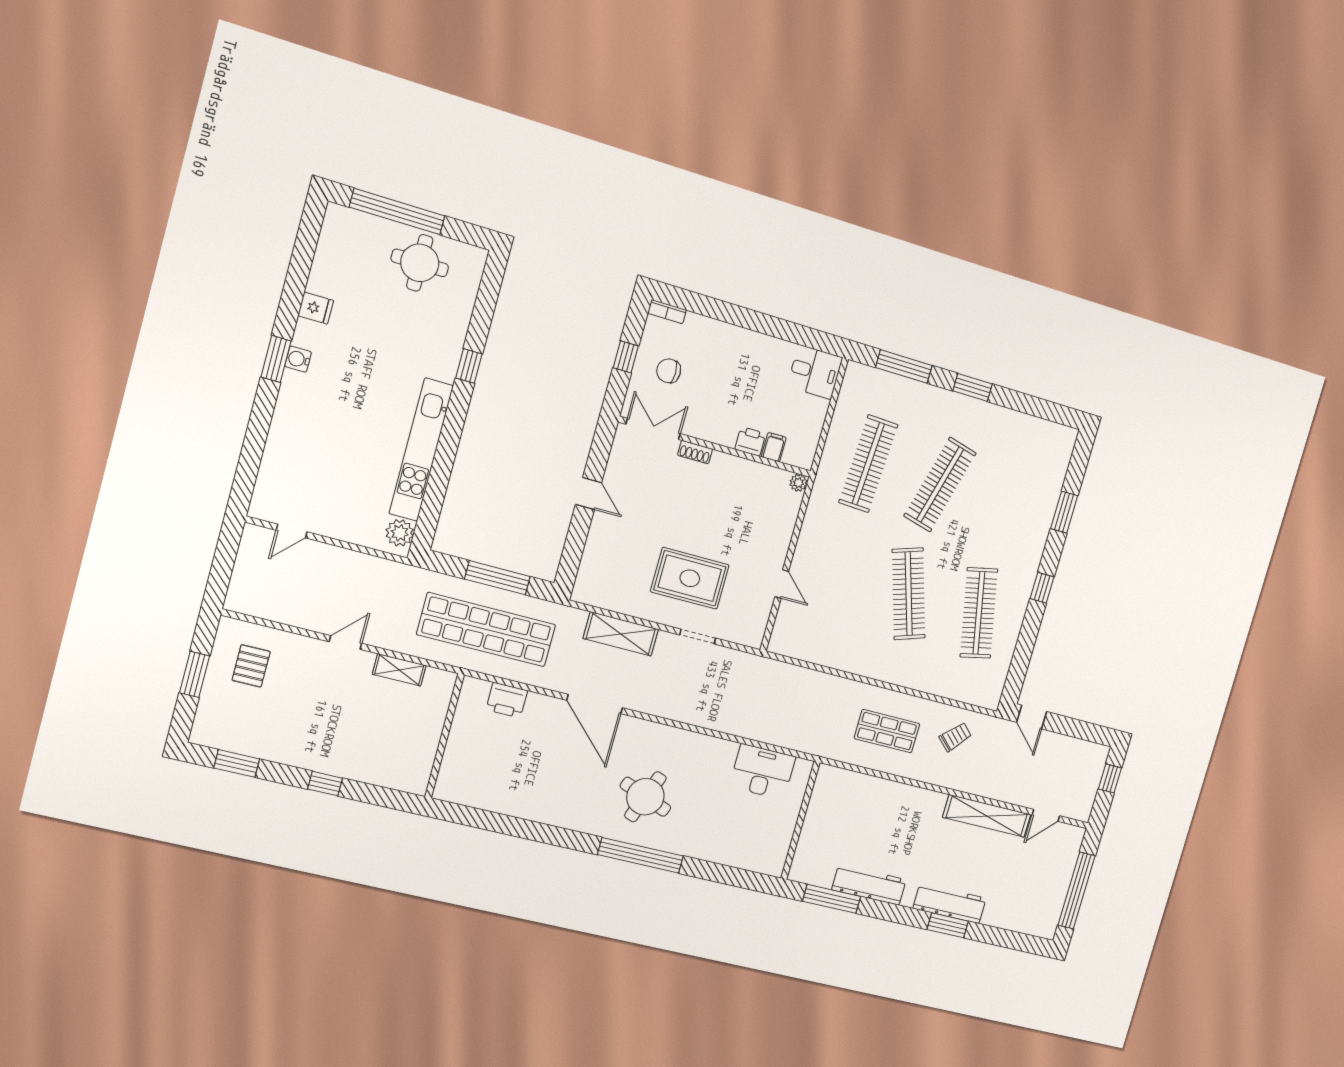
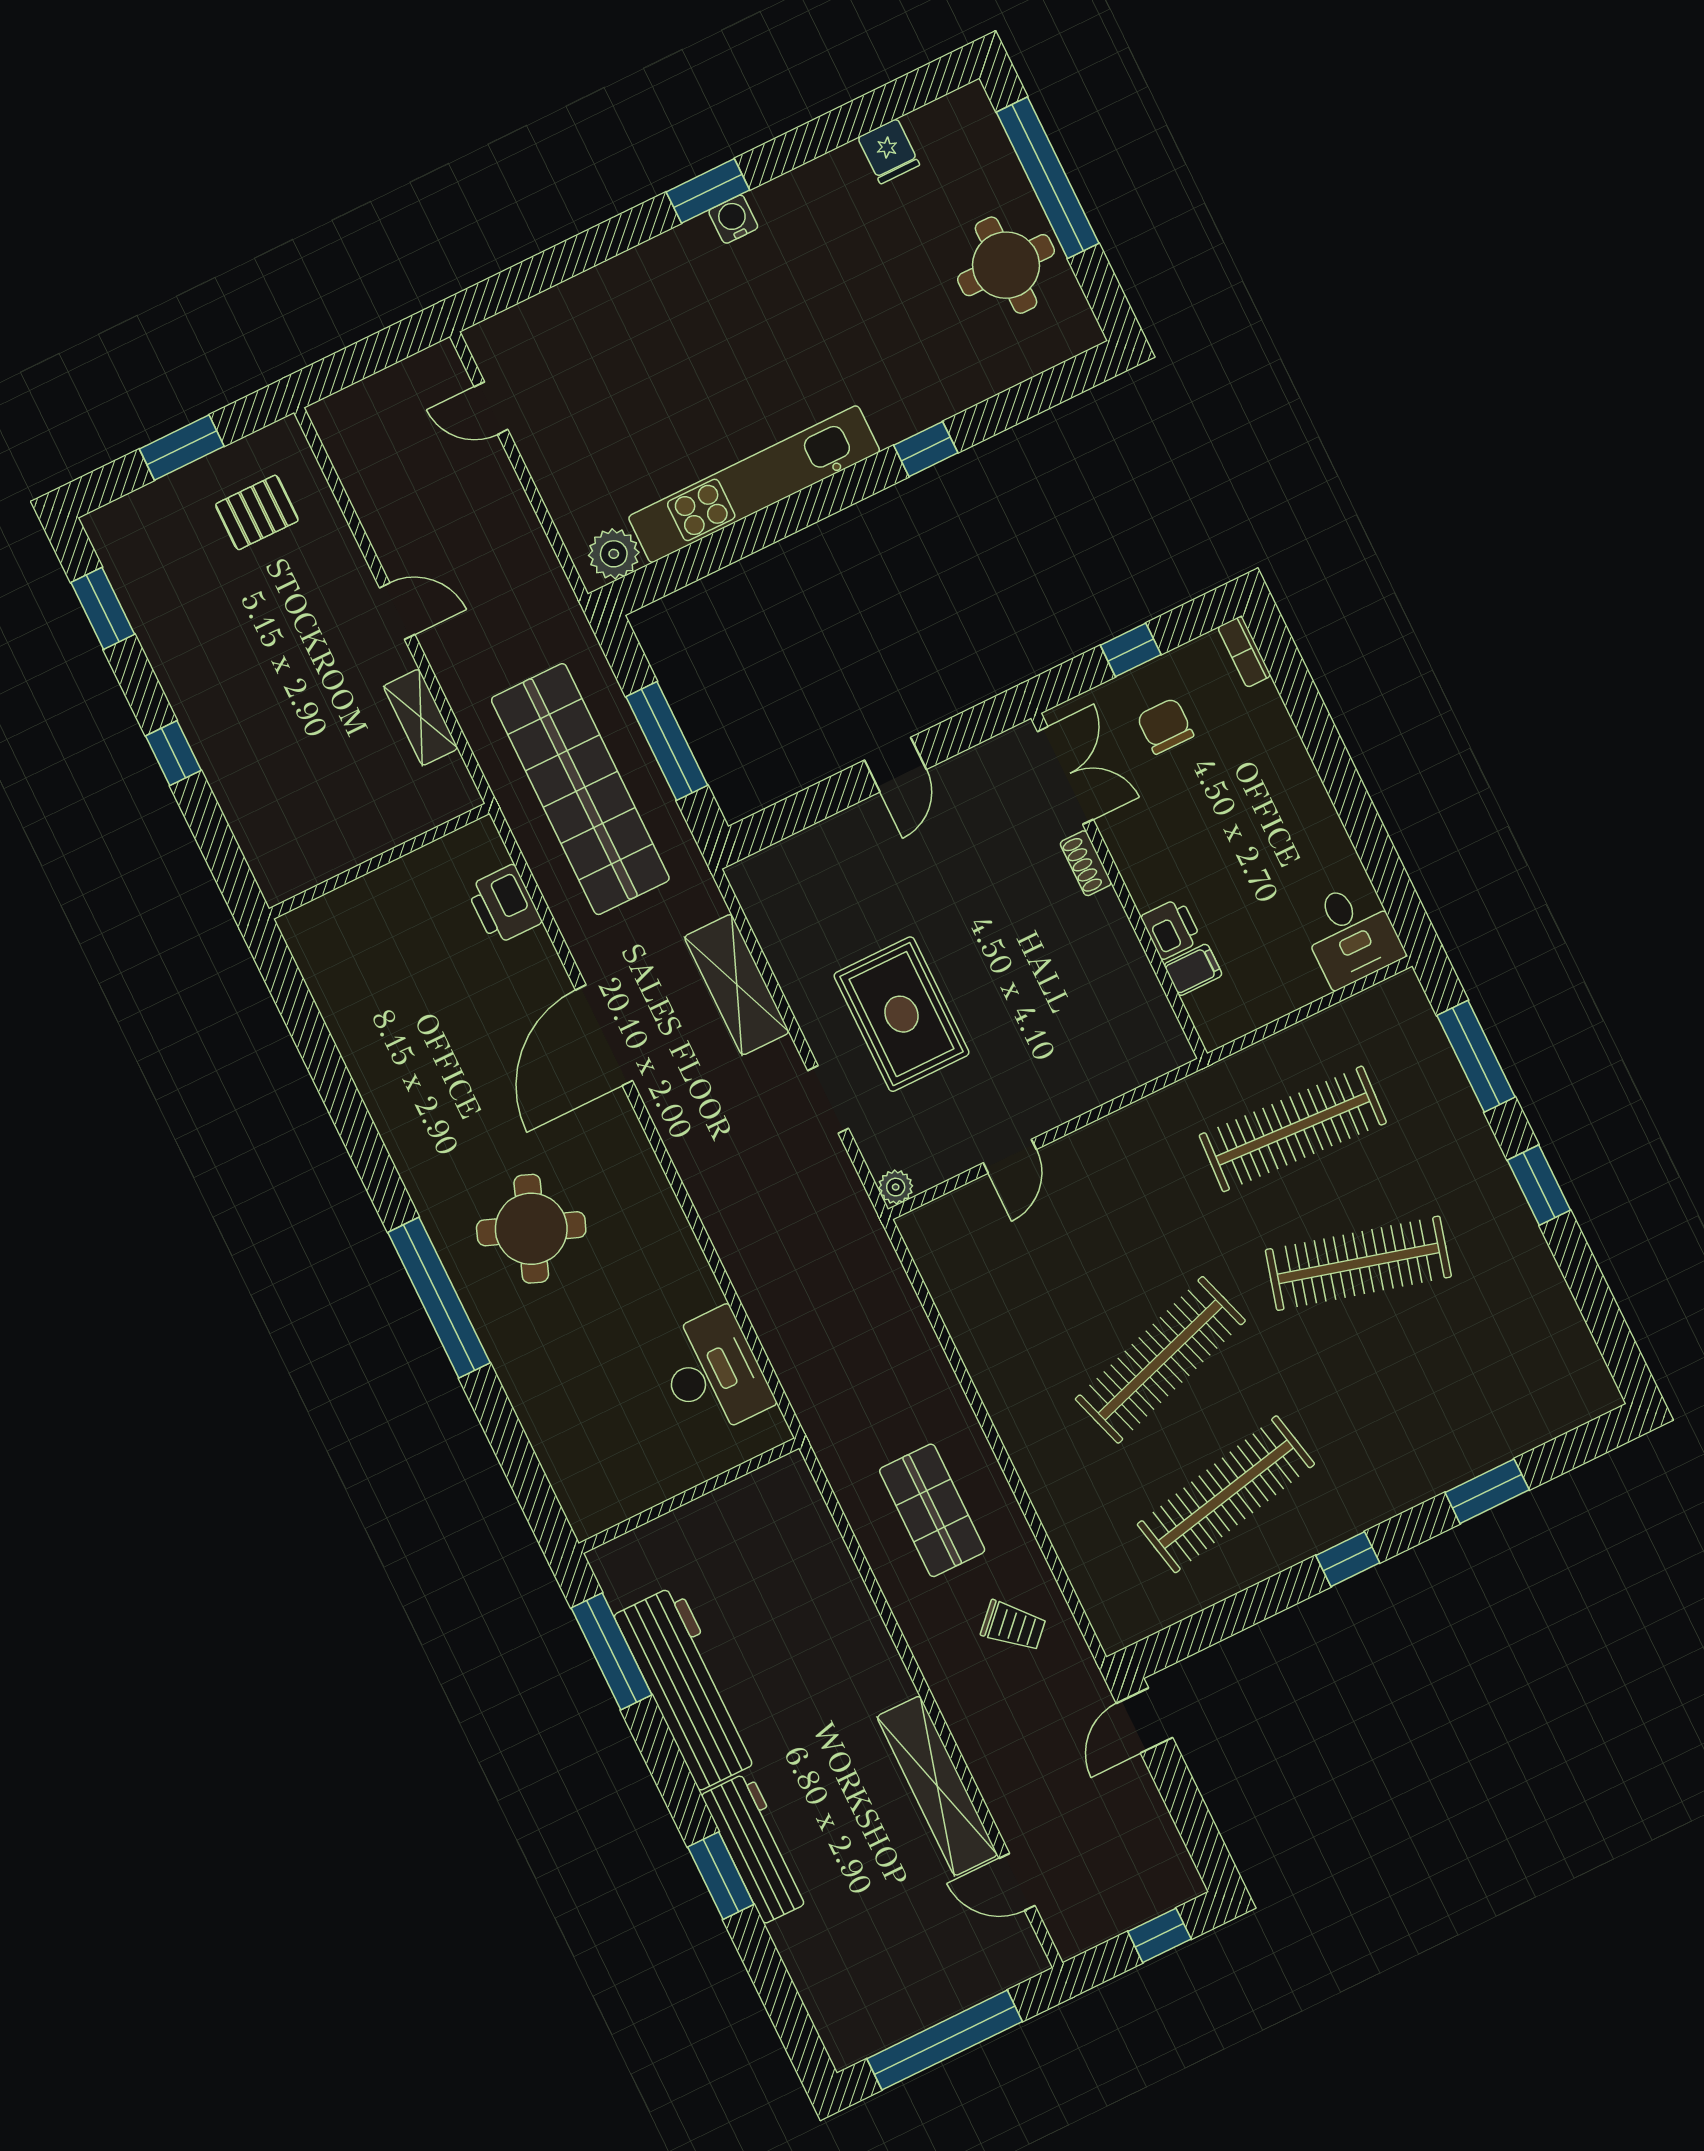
fridge: (316, 308) -> (889, 151), moved
plant: (799, 483) -> (896, 1187), moved
workbench: (869, 885) -> (688, 1688), width x1.36, depth x1.32

